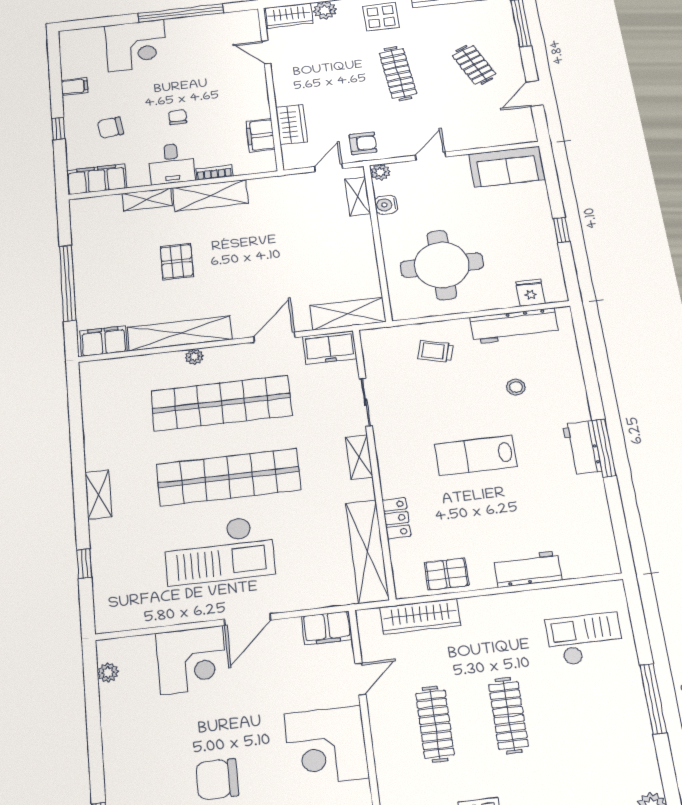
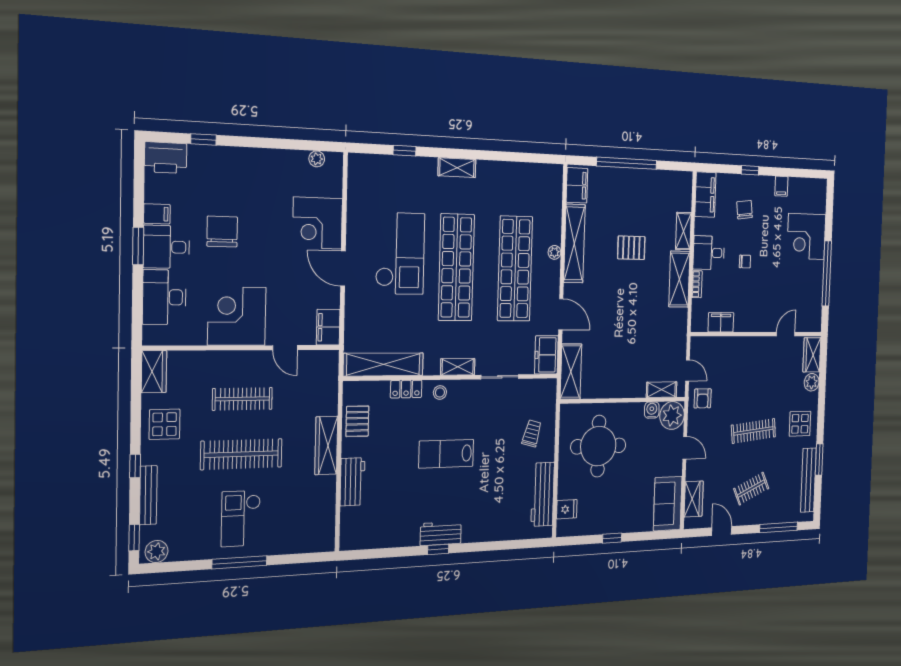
wardrobe: (291, 124) -> (694, 499), moved, turned -90
plant: (380, 172) -> (672, 415), width x1.88, depth x1.88
stool: (516, 387) -> (440, 392), moved
window: (604, 448) -> (438, 549), width x0.46
lab bench: (476, 455) -> (446, 454), turned -90
checkout: (219, 550) -> (400, 253), turned 180
wardrobe: (420, 616) -> (326, 445), moved
checkout: (585, 639) -> (241, 518), moved, turned 180
clothes rail: (508, 715) -> (241, 454), width x1.37, depth x1.31

